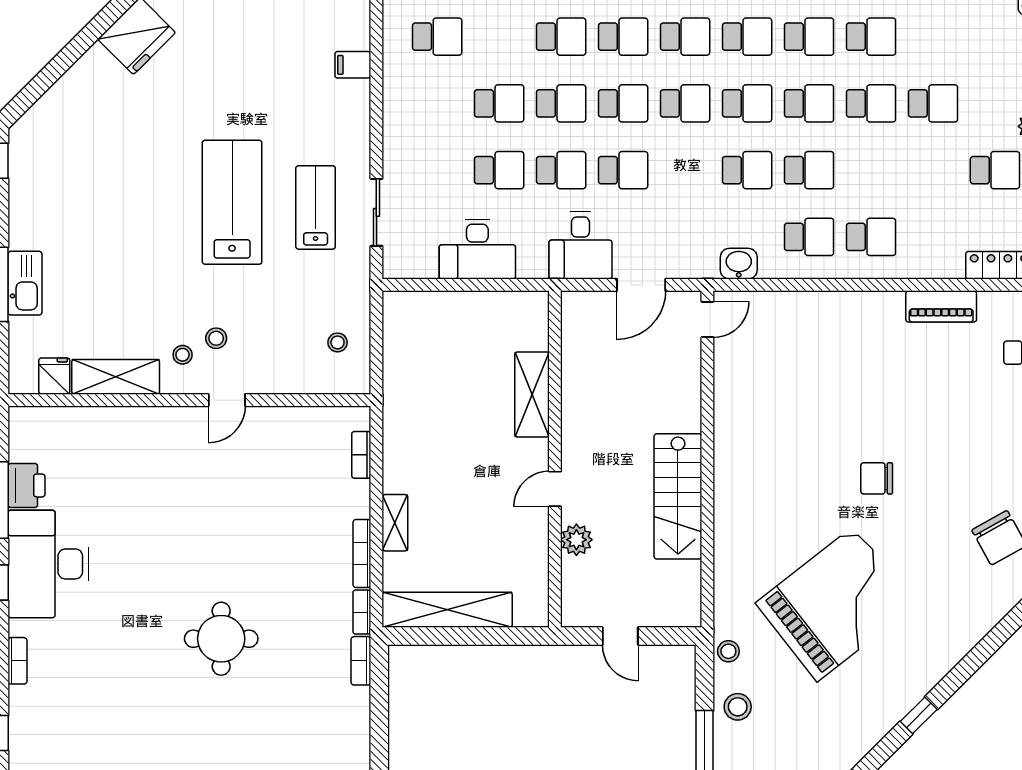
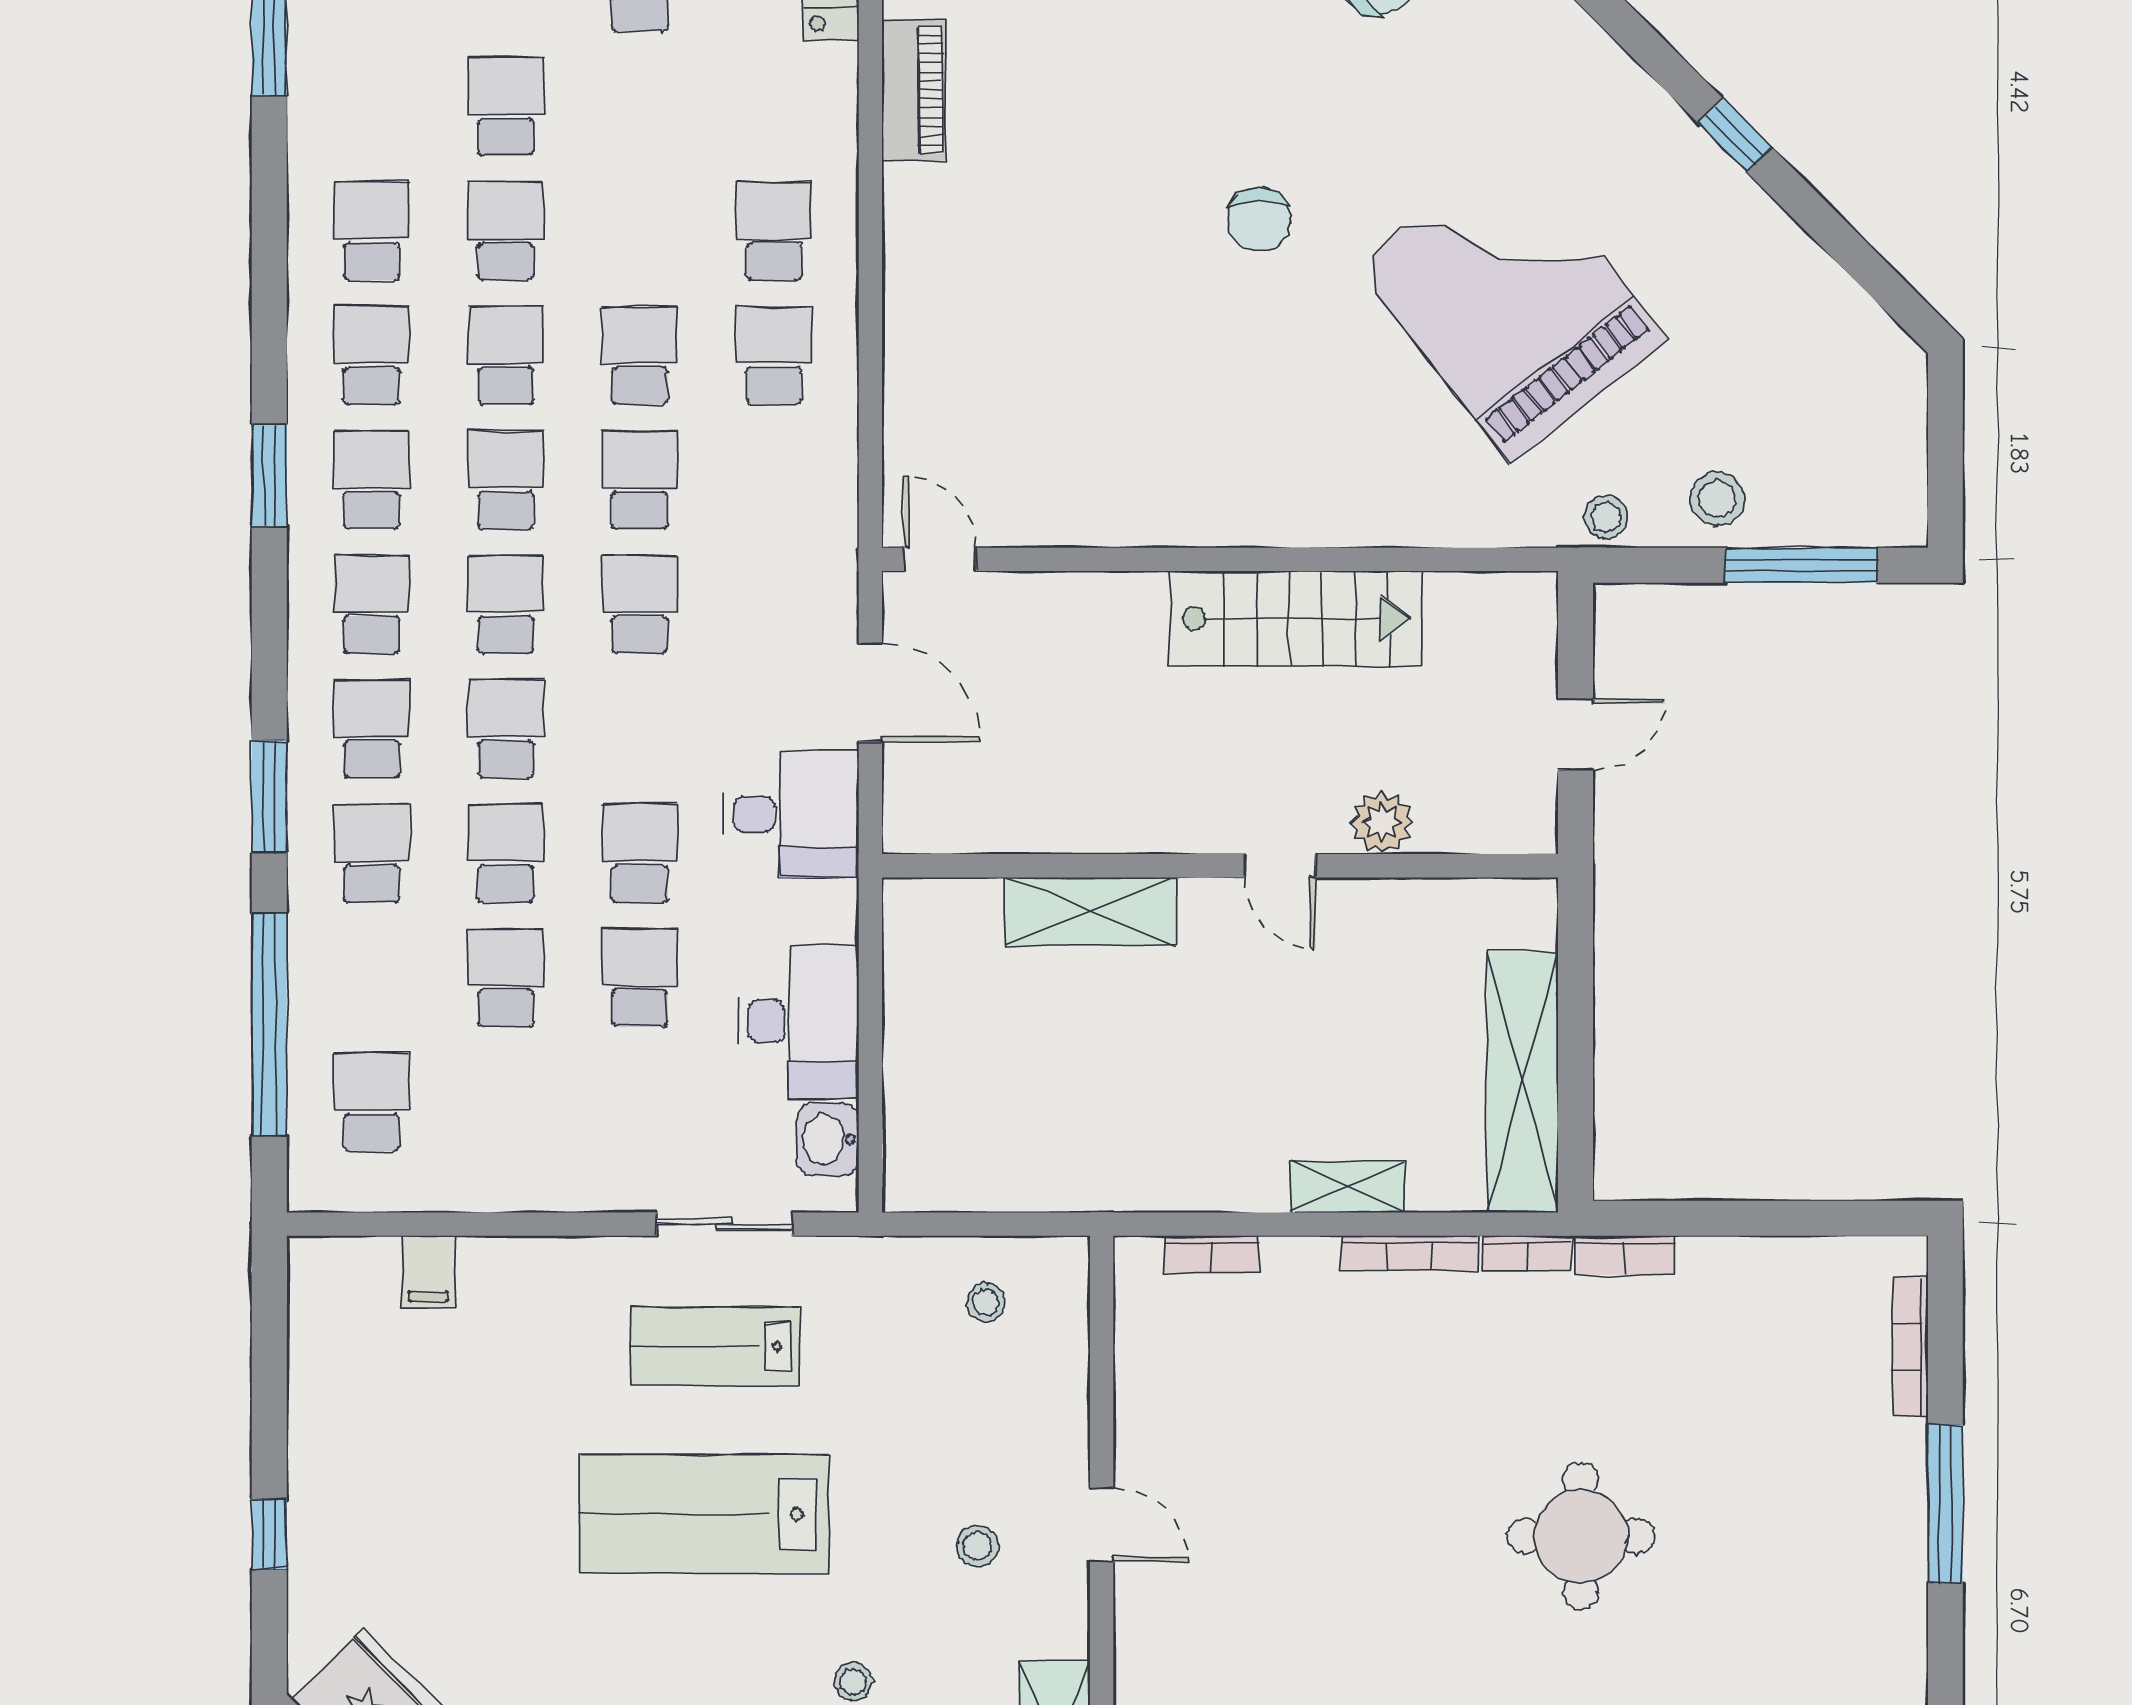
school desk: (623, 170) -> (640, 604), moved
washbasin: (739, 264) -> (828, 1139), moved
stool: (183, 355) -> (853, 1682), moved

